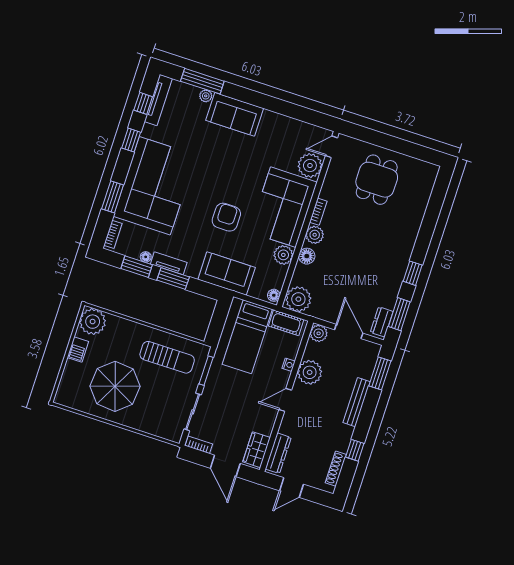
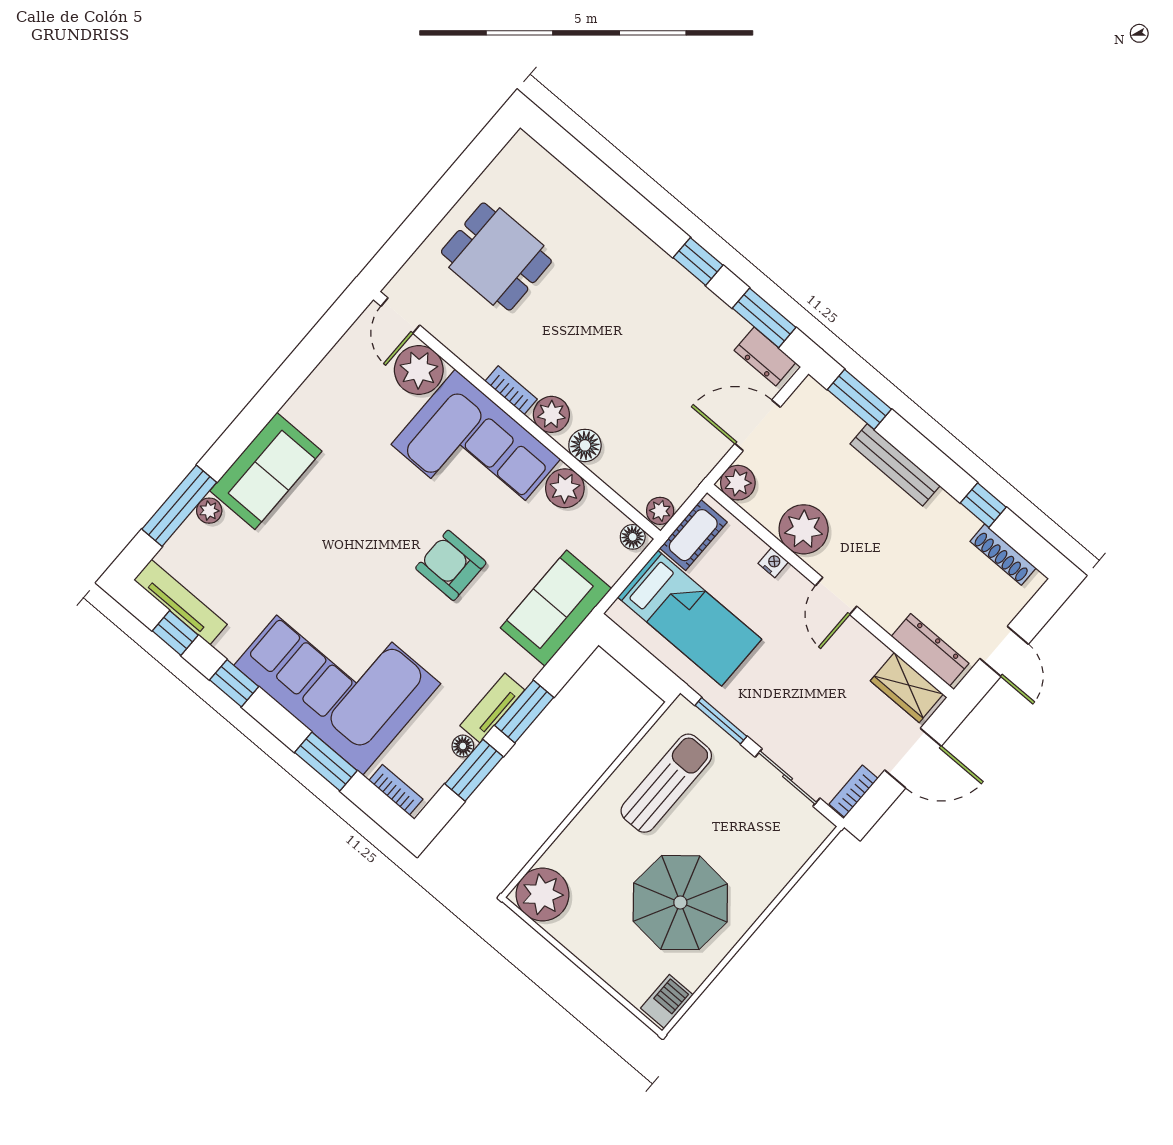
plant: (298, 299) -> (660, 511), width x0.53, depth x0.53
barbecue: (78, 350) -> (667, 1001), moved, turned -90

